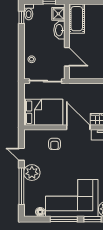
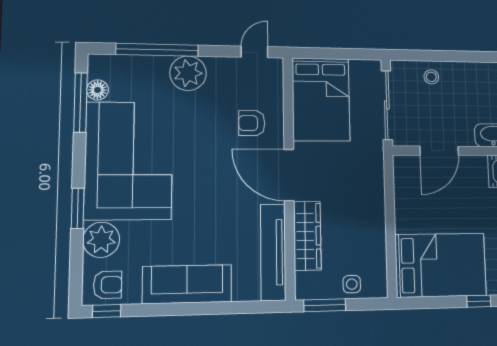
door: (78, 127) -> (289, 175), swing flipped
door: (21, 154) -> (254, 52), moved
window: (64, 219) -> (80, 102), moved

